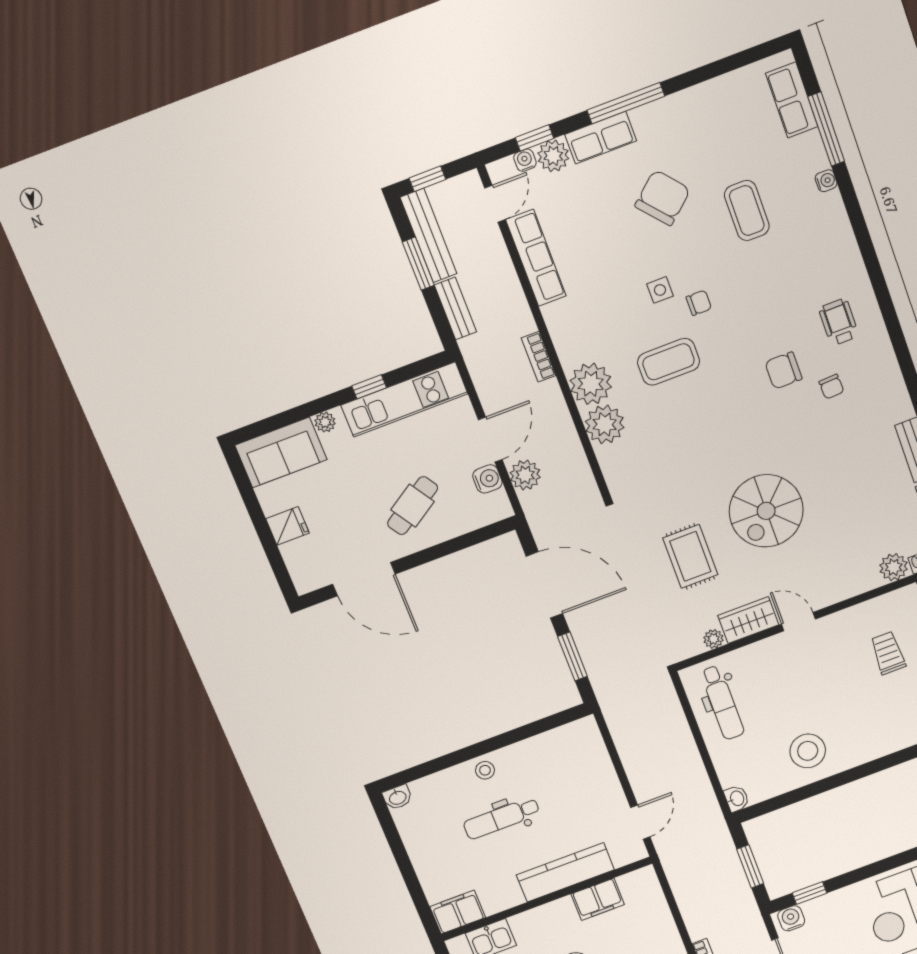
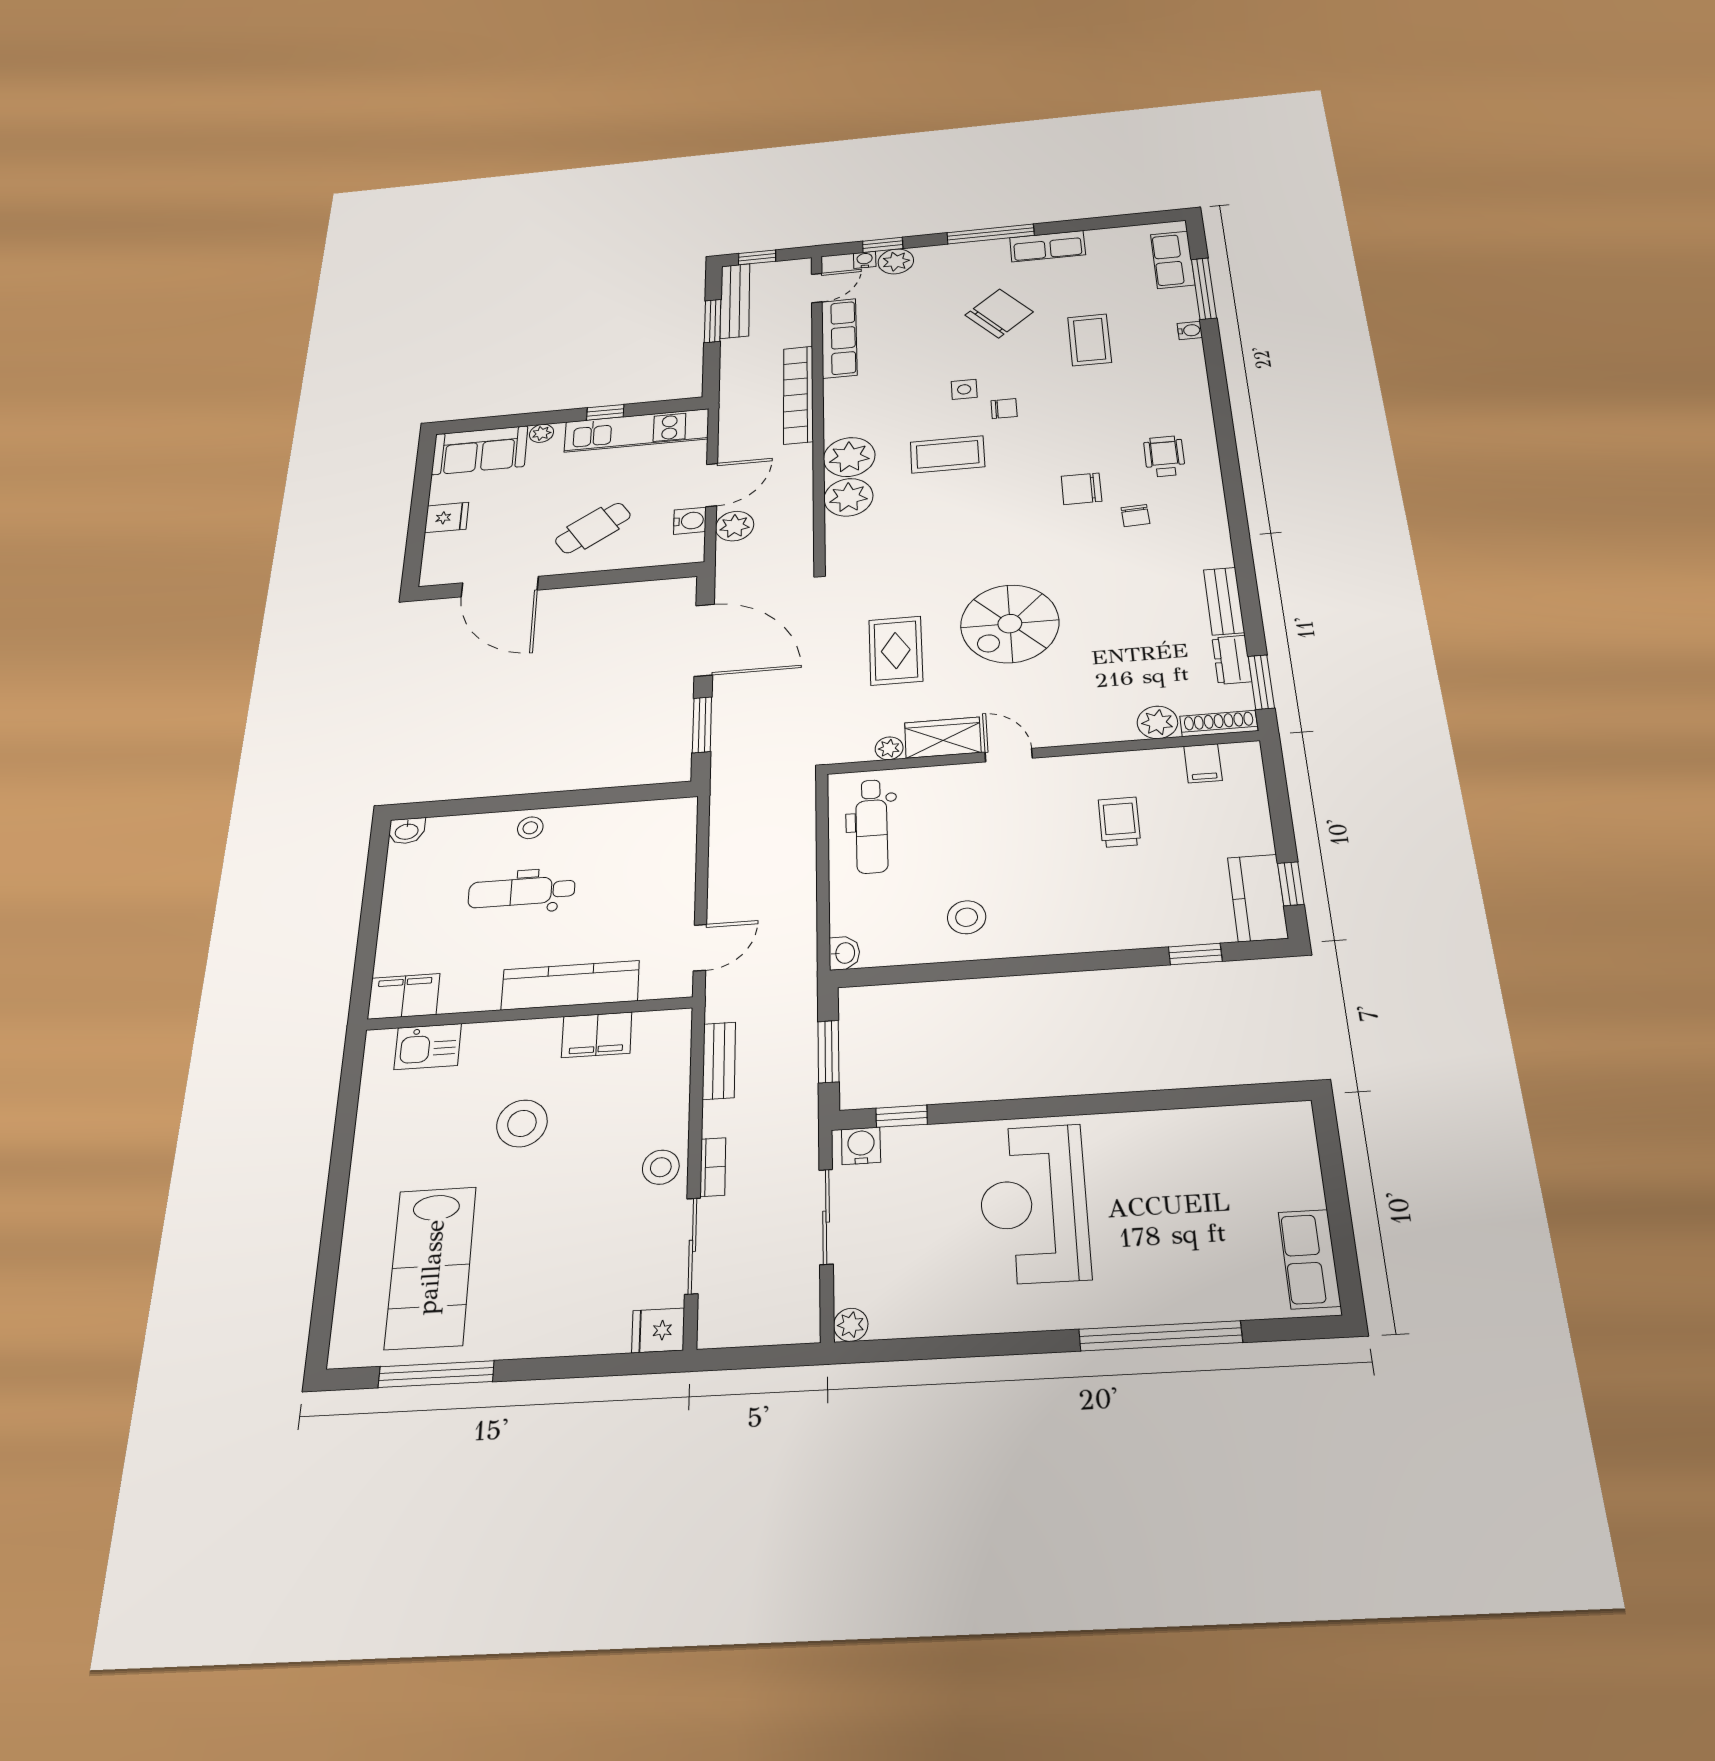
row of seats: (601, 138) -> (1048, 246), moved
bench: (455, 308) -> (719, 1061), moved
bookcase: (539, 357) -> (798, 395), width x2.31, depth x1.31
stool: (808, 751) -> (967, 917), width x0.73, depth x0.73

